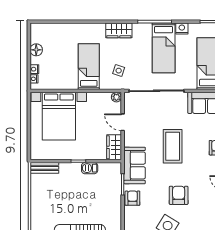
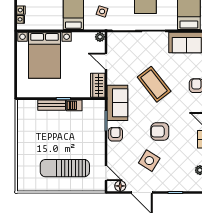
coffee table: (173, 146) -> (154, 84), turned -38
bench: (44, 168) -> (52, 105), moved
armchair: (179, 195) -> (160, 131), turned -90

